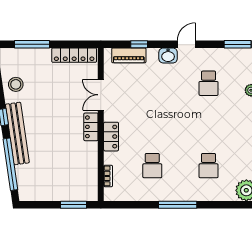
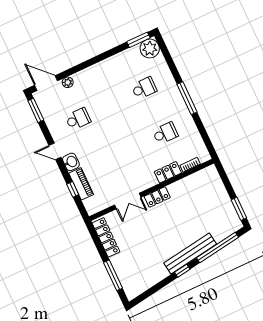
piano: (129, 55) -> (81, 184), moved
stool: (16, 84) -> (151, 273), removed
locker: (111, 137) -> (168, 172), moved
window: (74, 205) -> (239, 209), moved

